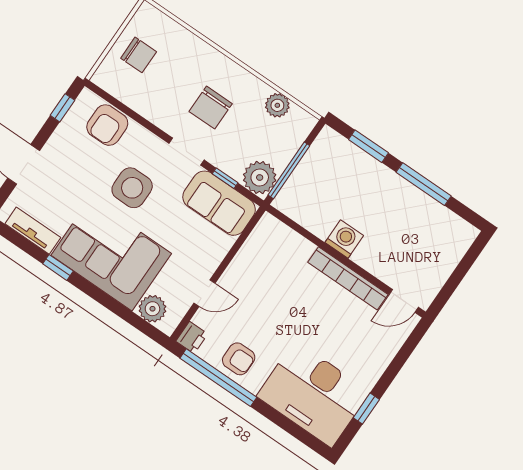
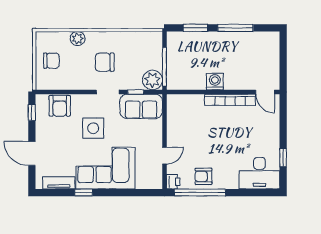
plant: (277, 105) -> (78, 39), moved
chair: (211, 108) -> (105, 62), turned 90
door: (404, 301) -> (265, 92), hinge flipped
plant: (152, 309) -> (144, 181), removed
armchair: (239, 359) -> (203, 176), turned 180
desk: (313, 394) -> (259, 173), width x0.73, depth x0.77

